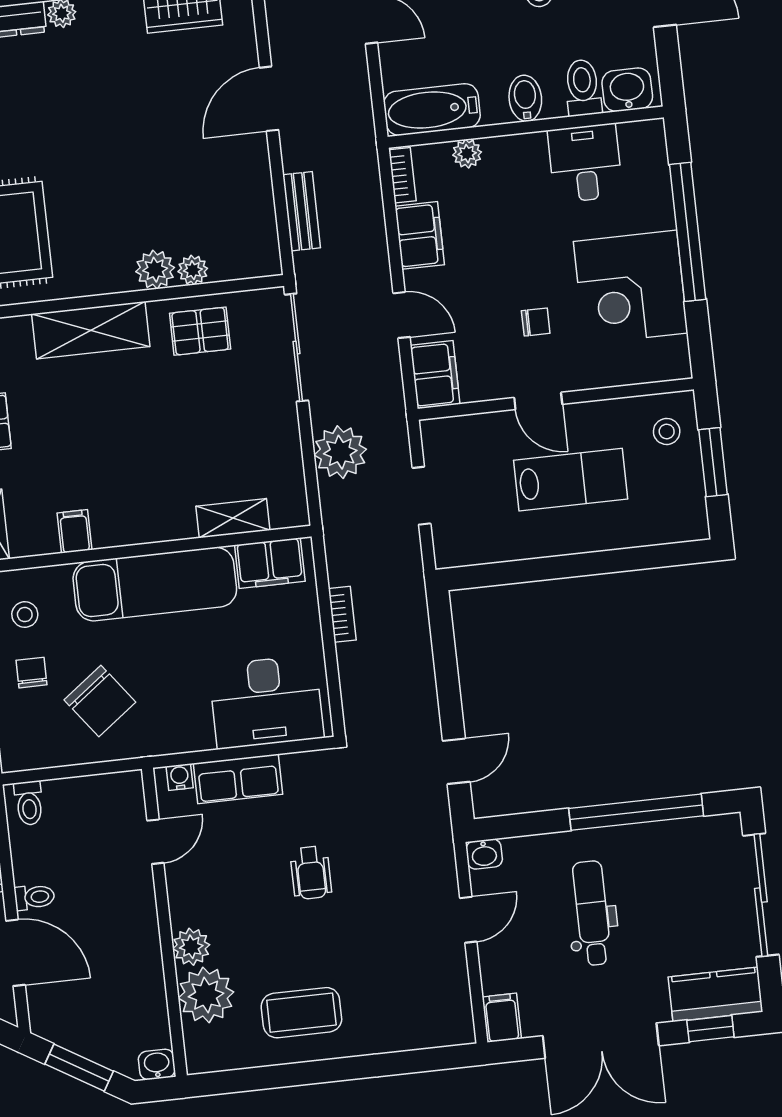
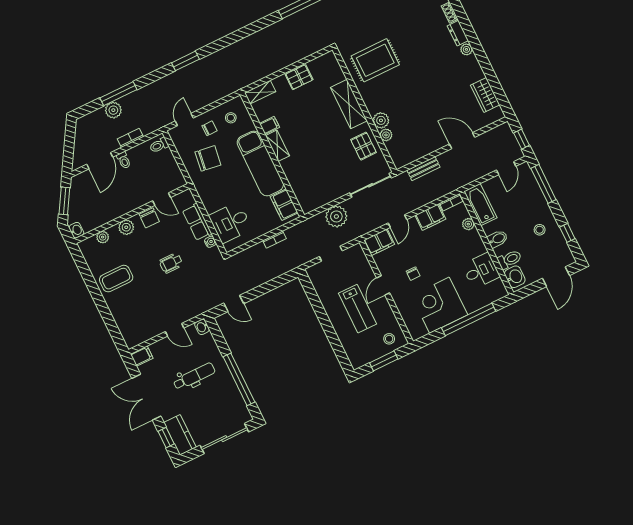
shelving: (233, 518) -> (277, 146), moved
chair: (100, 701) -> (208, 158), turned -135
desk: (266, 702) -> (230, 222), width x0.73
water cooler: (180, 777) -> (210, 242), moved
chair: (189, 886) -> (149, 218), added
plant: (206, 995) -> (103, 237), width x0.53, depth x0.53
coffee table: (301, 1013) -> (116, 279), turned 90

